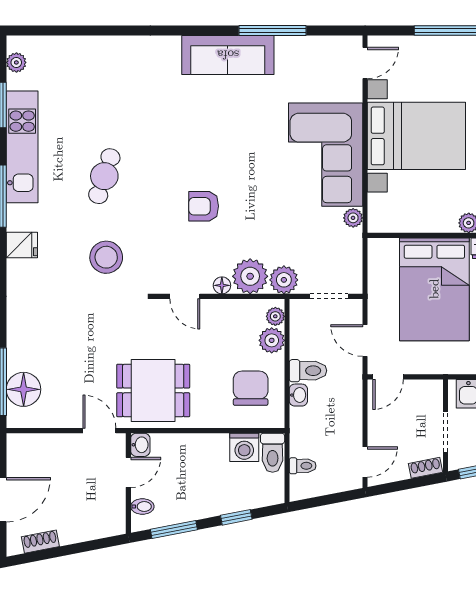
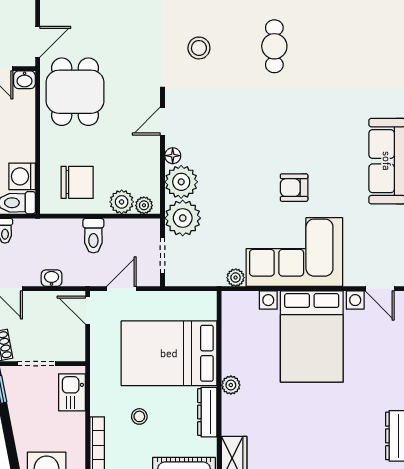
cafe table: (104, 176) -> (274, 46), turned 72
armchair: (204, 206) -> (294, 188), moved, turned -90
stool: (106, 257) -> (199, 48), width x0.73, depth x0.73
plant: (284, 280) -> (183, 218), width x1.36, depth x1.36
washbasin: (298, 395) -> (52, 278), moved, turned 180

